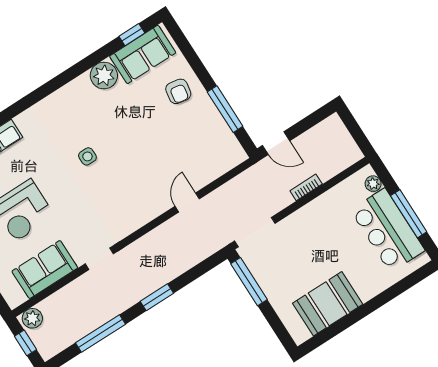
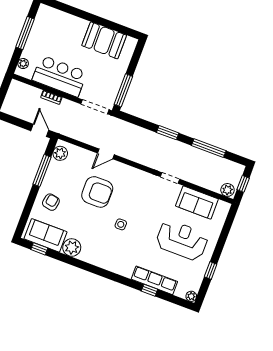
plant: (230, 147) -> (60, 153), added
armchair: (149, 157) -> (97, 192), added
bar counter: (388, 230) -> (60, 76), moved, turned -90

